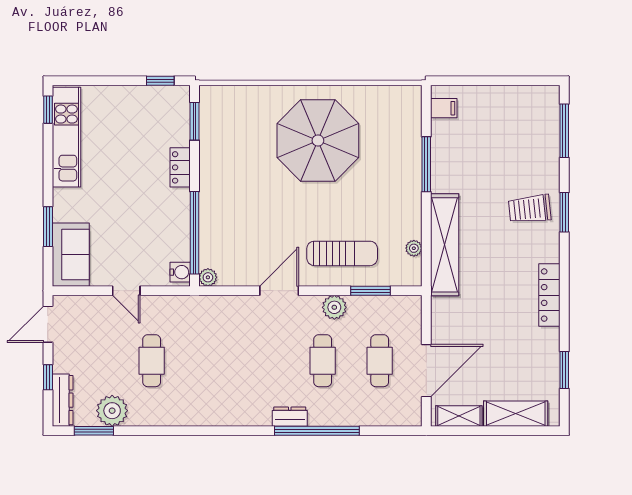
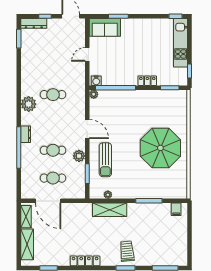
kitchen unit: (66, 137) -> (181, 43), moved, turned 90
shelving: (445, 245) -> (110, 210), width x0.68
cafe table: (152, 361) -> (53, 95), moved
plant: (112, 411) -> (29, 104), moved

